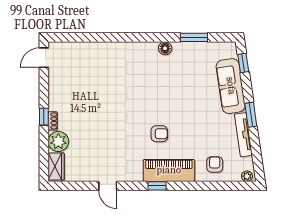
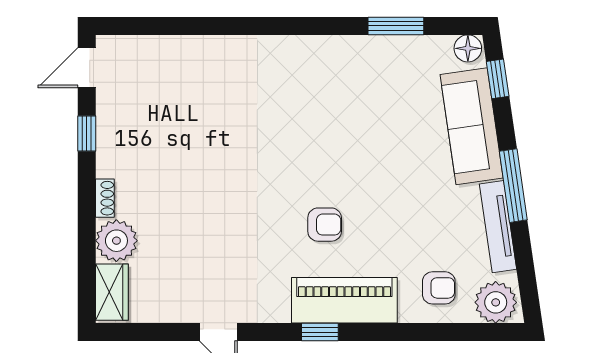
floor lamp: (165, 48) -> (468, 48), moved
window: (251, 115) -> (513, 186), width x1.44
window: (44, 117) -> (87, 134), moved
armchair: (215, 164) -> (439, 288), turned 90
plant: (247, 176) -> (496, 302), width x1.88, depth x1.88

